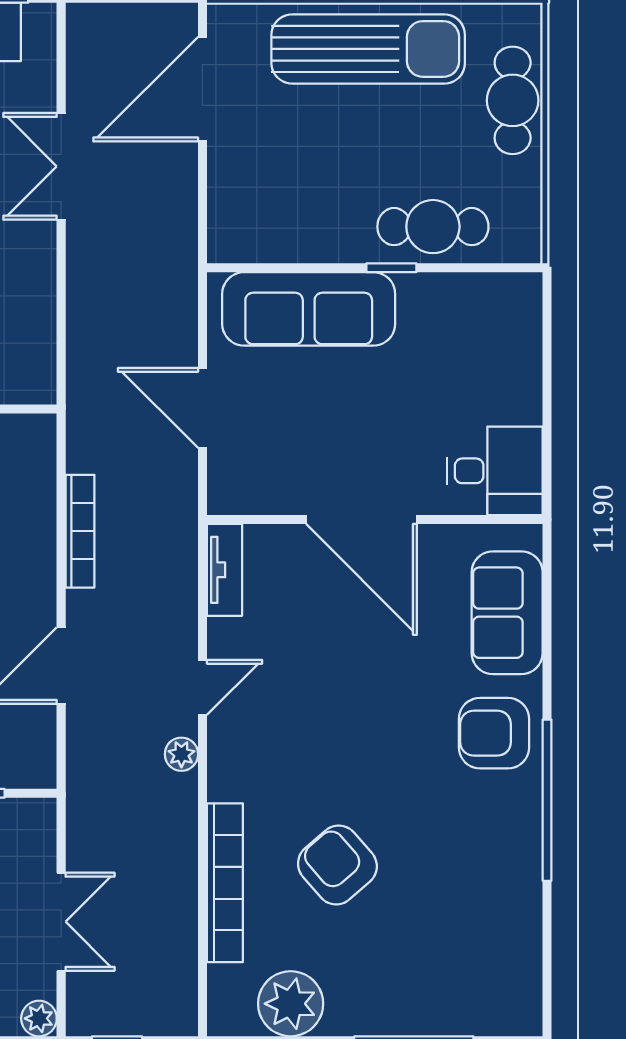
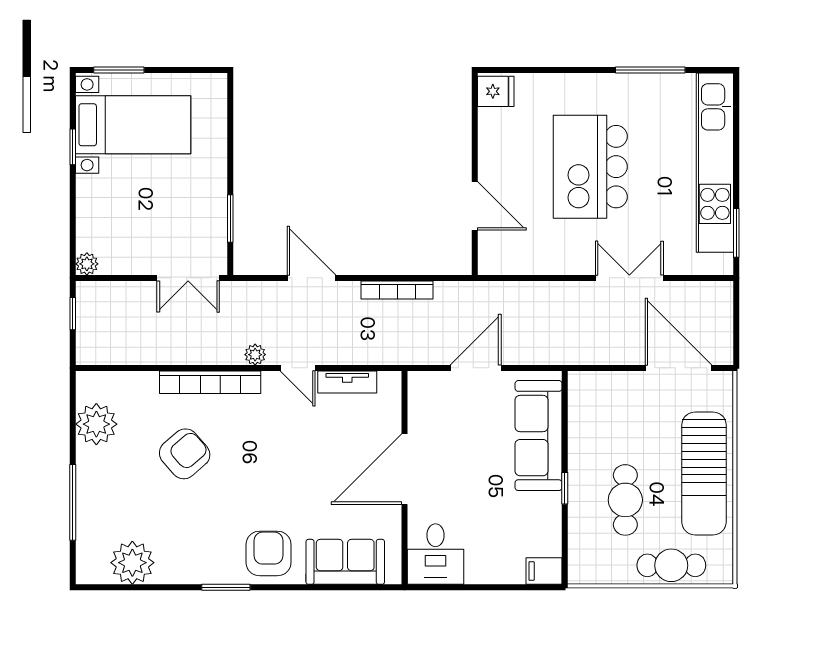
cafe table: (433, 227) -> (625, 500), moved
filing cabinet: (522, 300) -> (544, 571), added
tv unit: (224, 570) -> (347, 382), moved
window: (547, 800) -> (226, 587), width x0.47
bookcase: (225, 883) -> (210, 382), moved
double door: (61, 922) -> (188, 278), moved
plant: (508, 947) -> (132, 563), added

